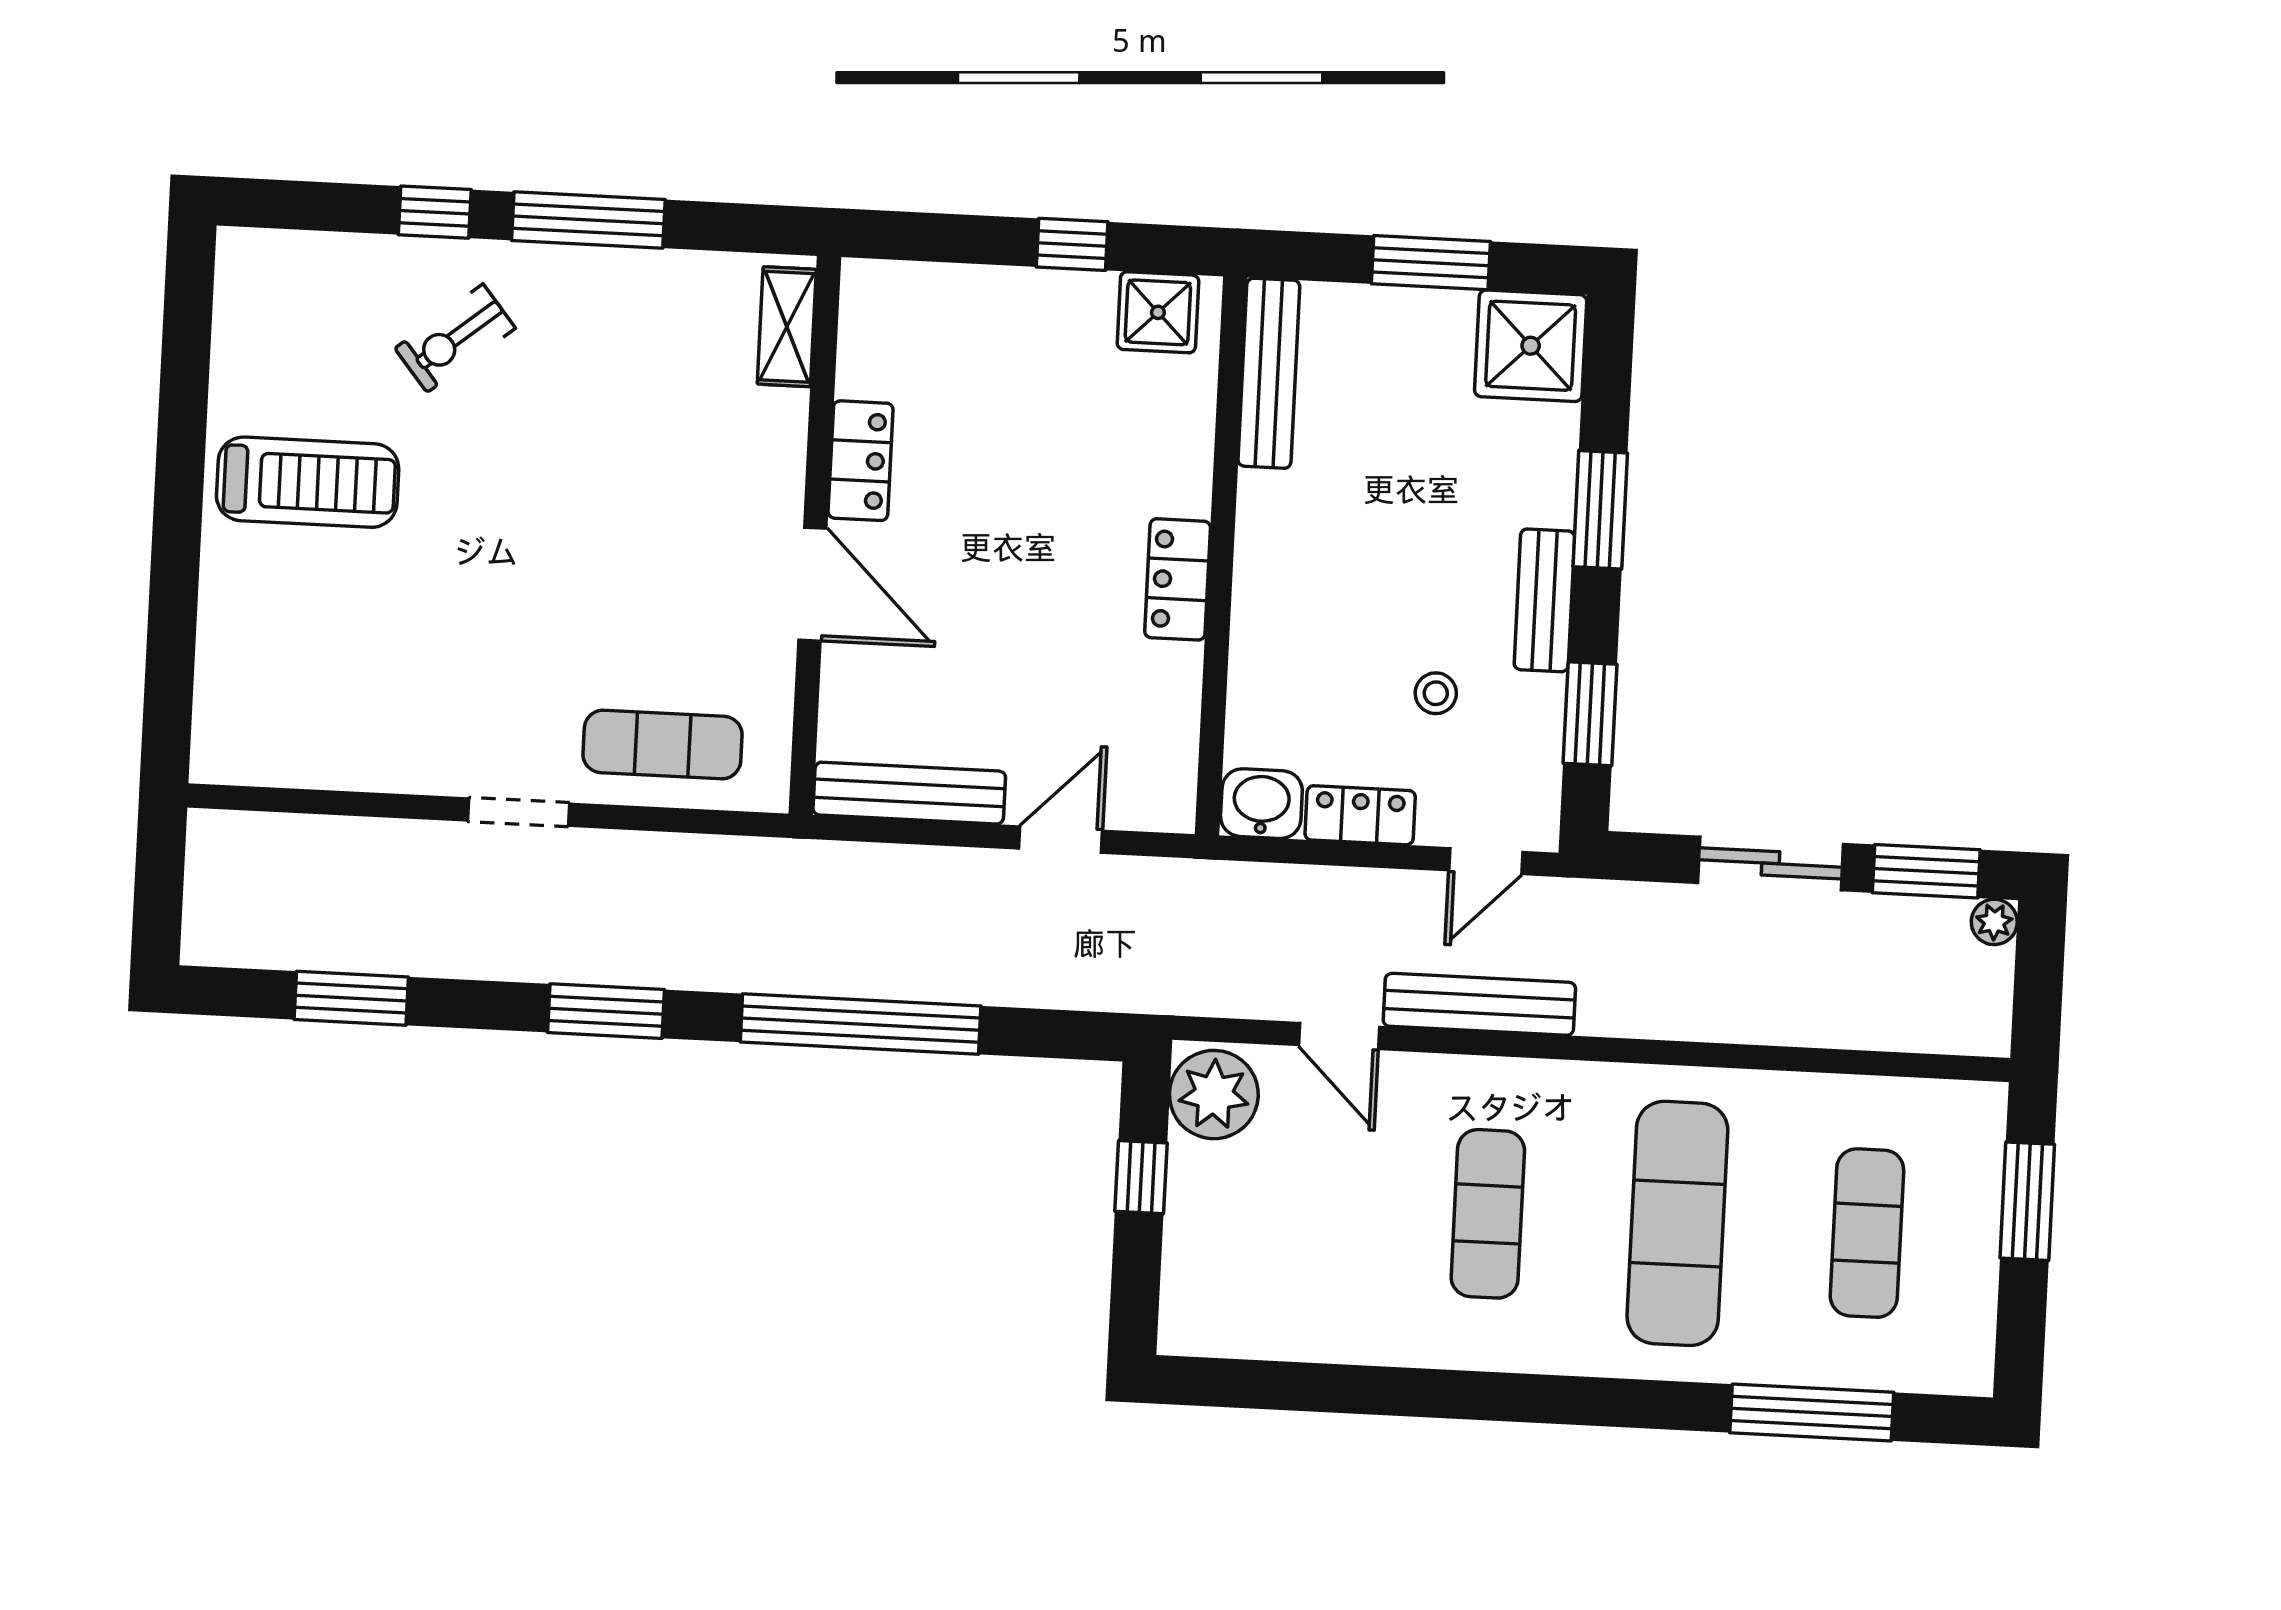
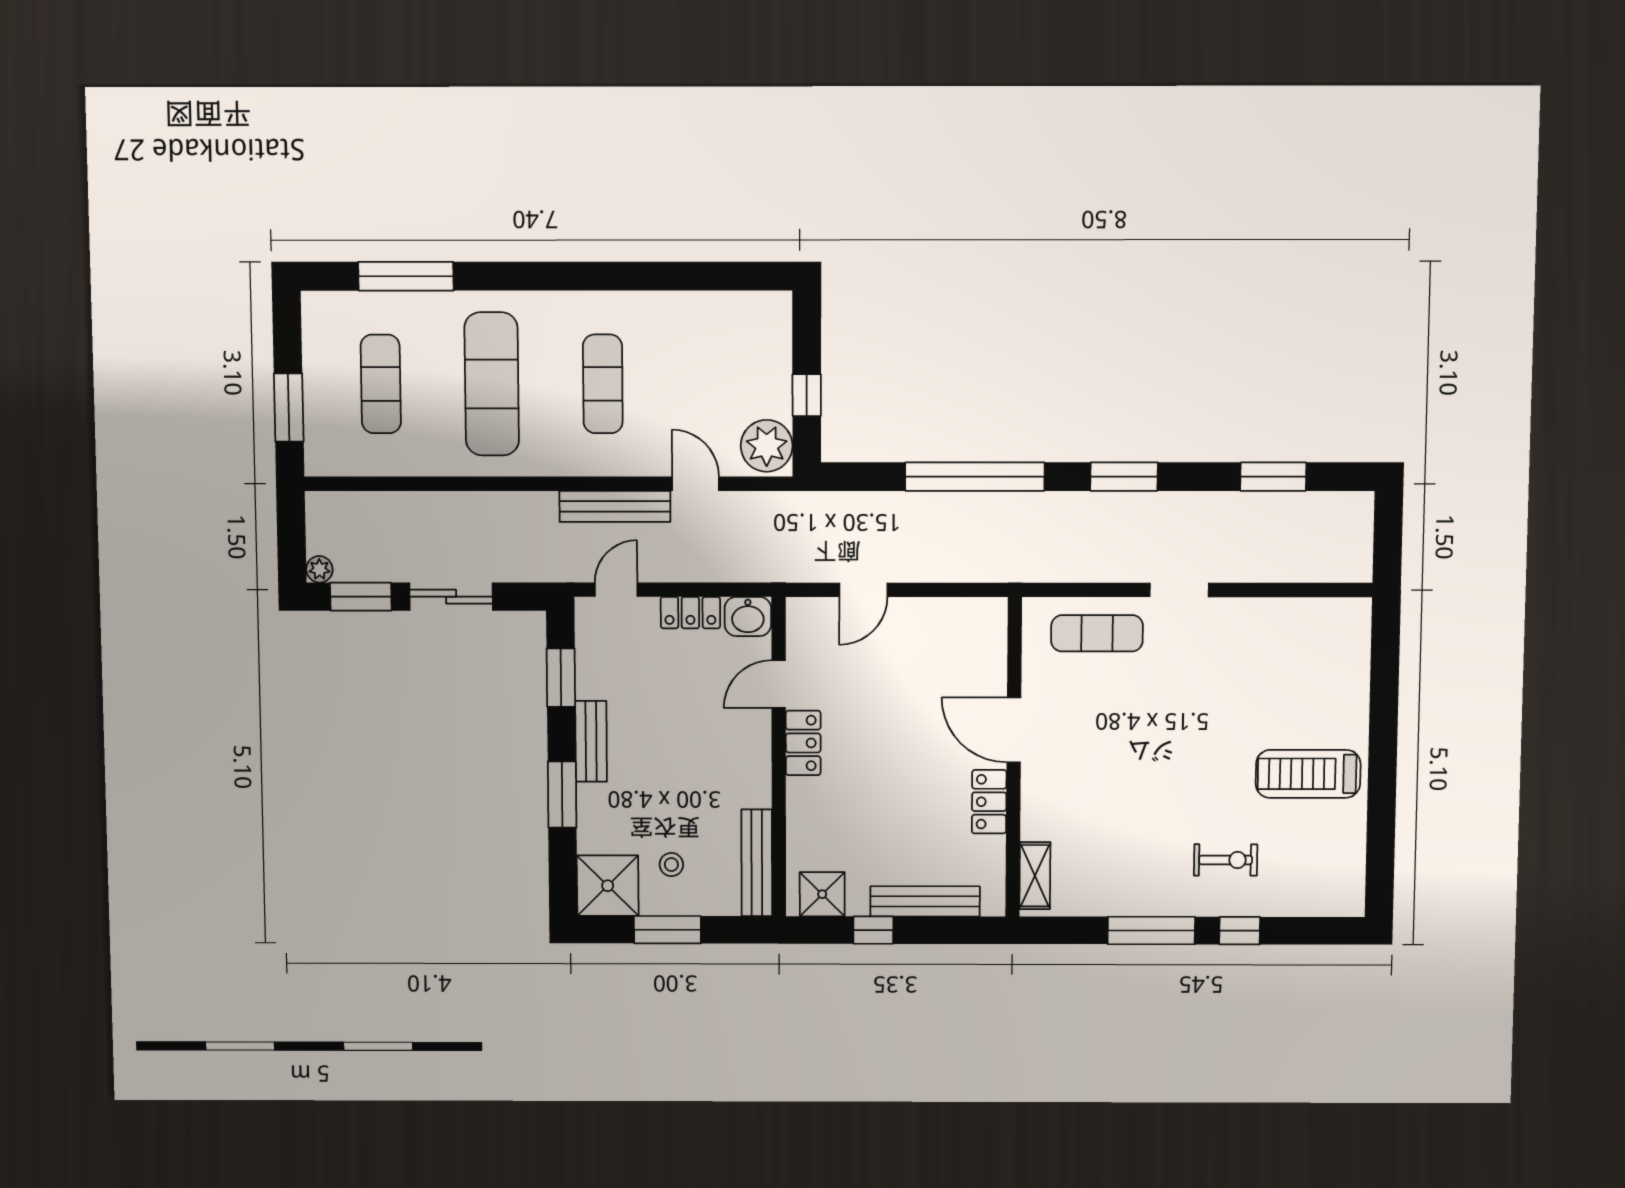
exercise bike: (455, 338) -> (1226, 860), turned 39
door: (1215, 684) -> (779, 684), added
stool: (1436, 693) -> (671, 865), moved
bench: (909, 793) -> (925, 901), moved

